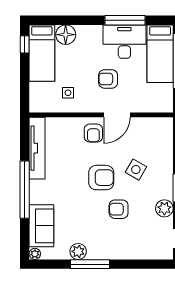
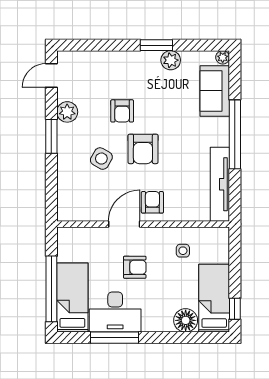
armchair: (101, 178) -> (143, 149), turned -90
armchair: (119, 209) -> (122, 111), turned 90
window: (90, 264) -> (156, 45), width x0.69

